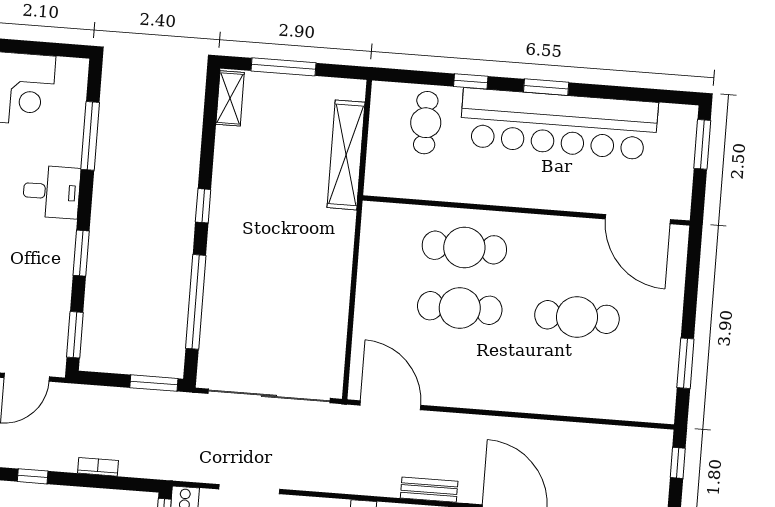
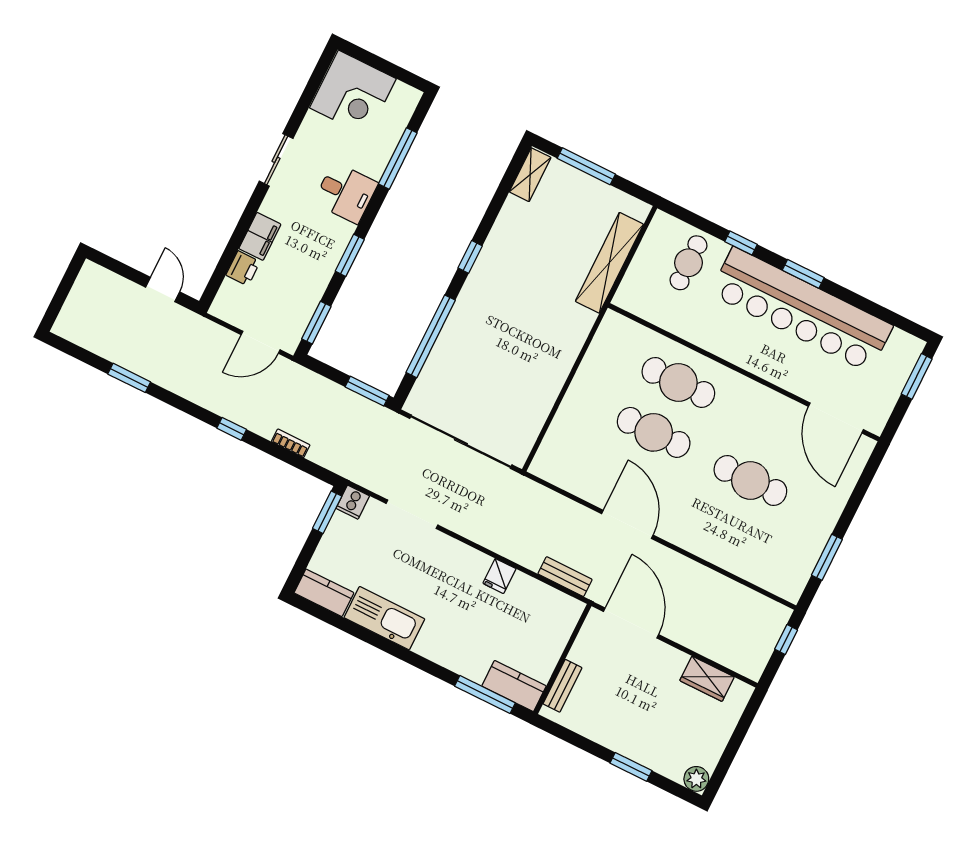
door: (390, 405) -> (627, 524), moved

